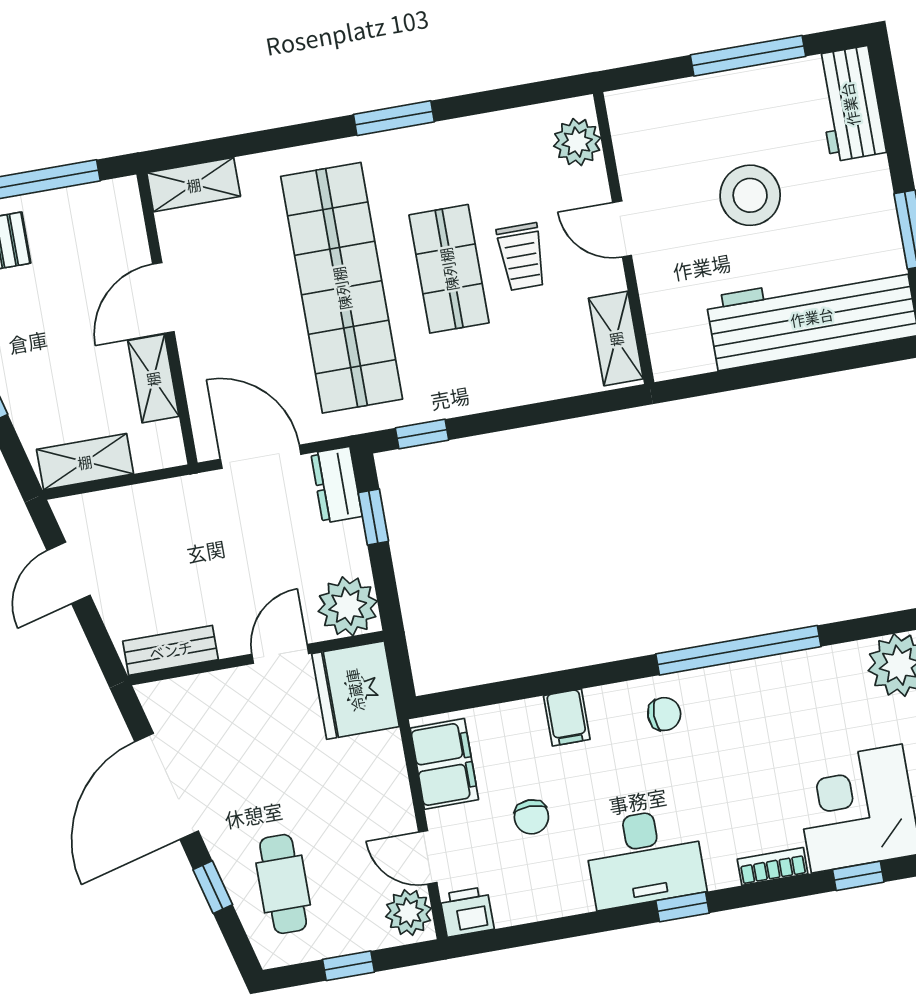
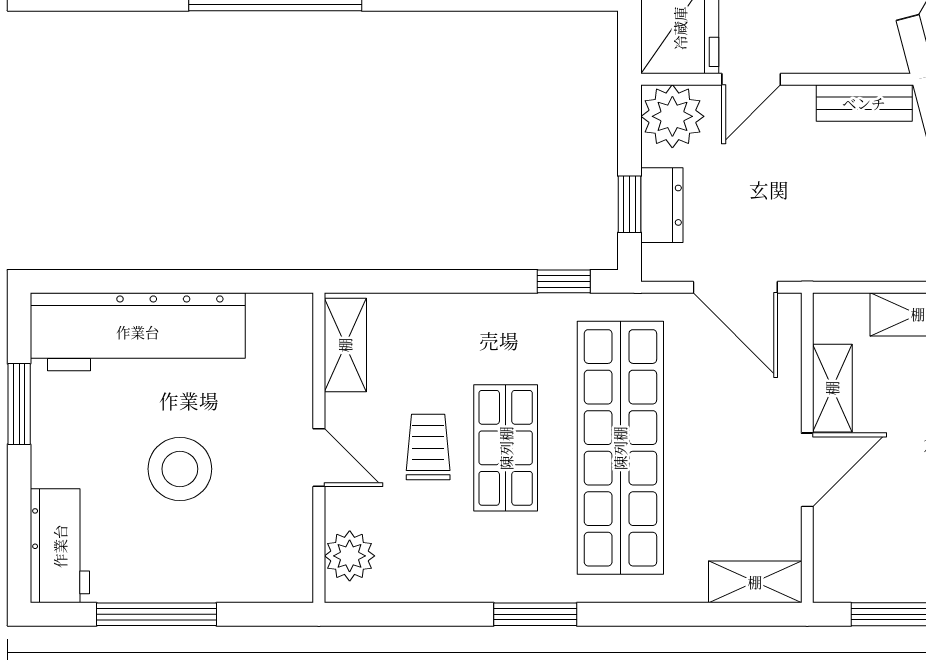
dresser: (336, 485) -> (662, 205), moved

